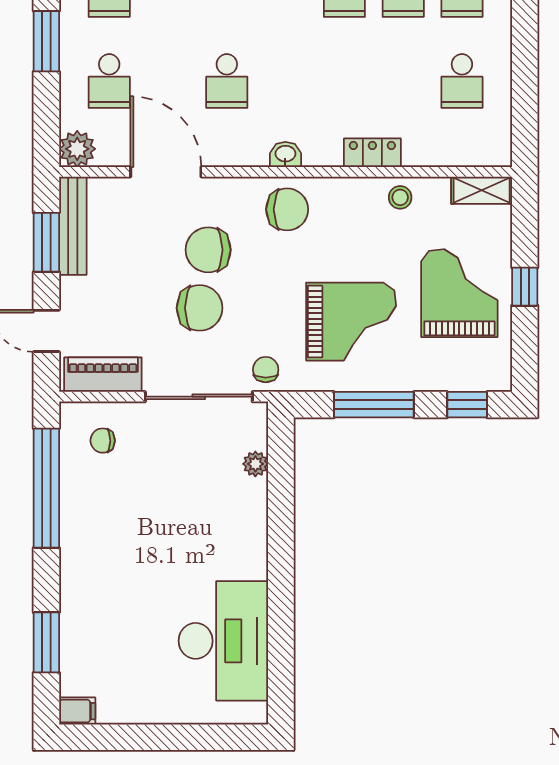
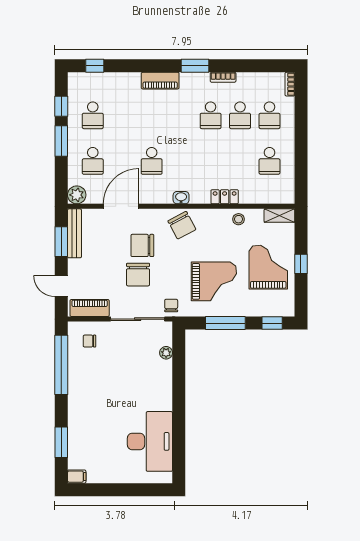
door: (166, 172) -> (121, 206), hinge flipped
chair: (287, 209) -> (182, 225), turned 62
chair: (200, 308) -> (138, 275), turned 90

